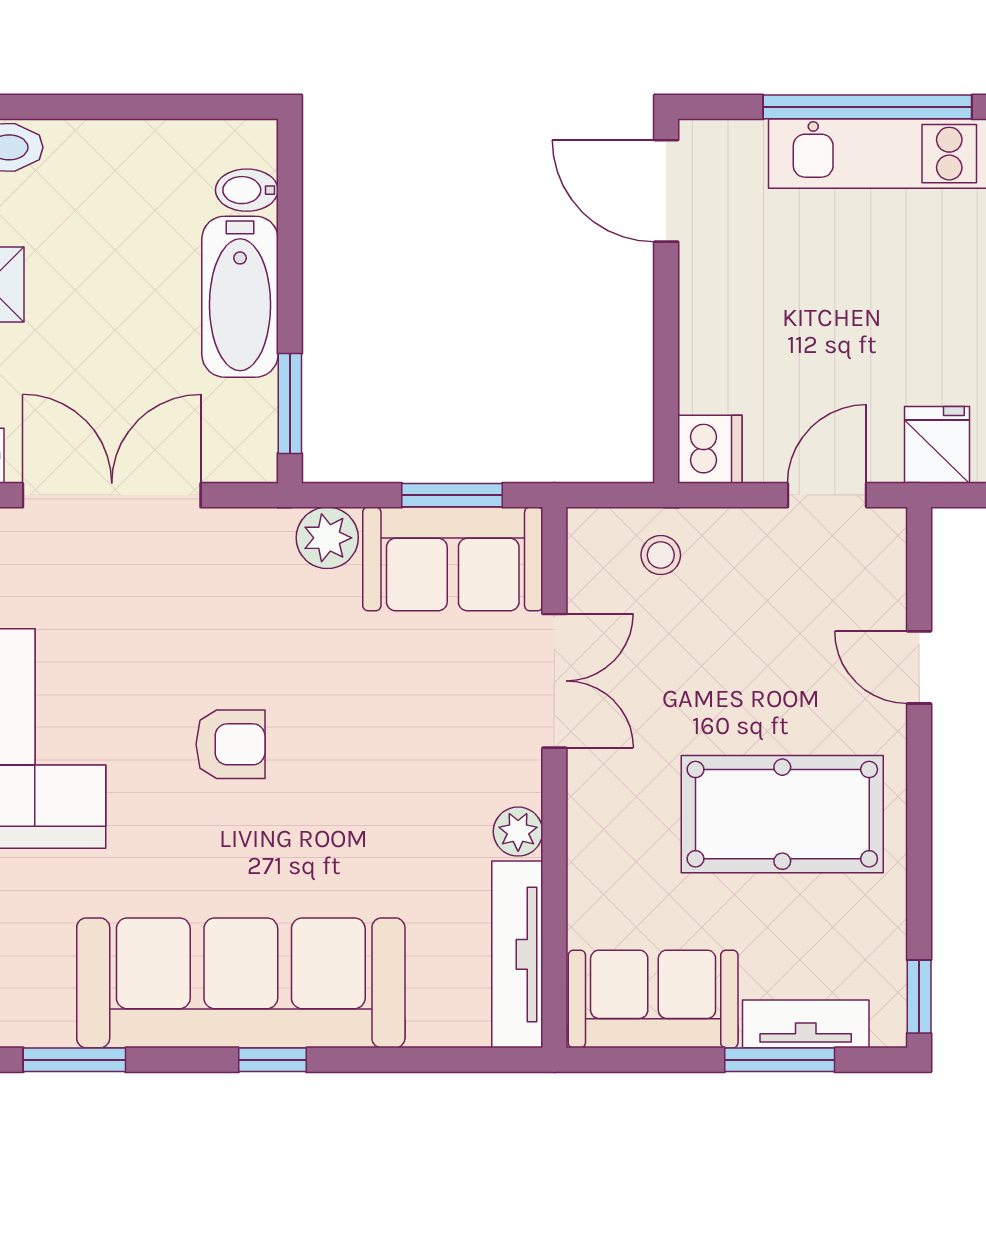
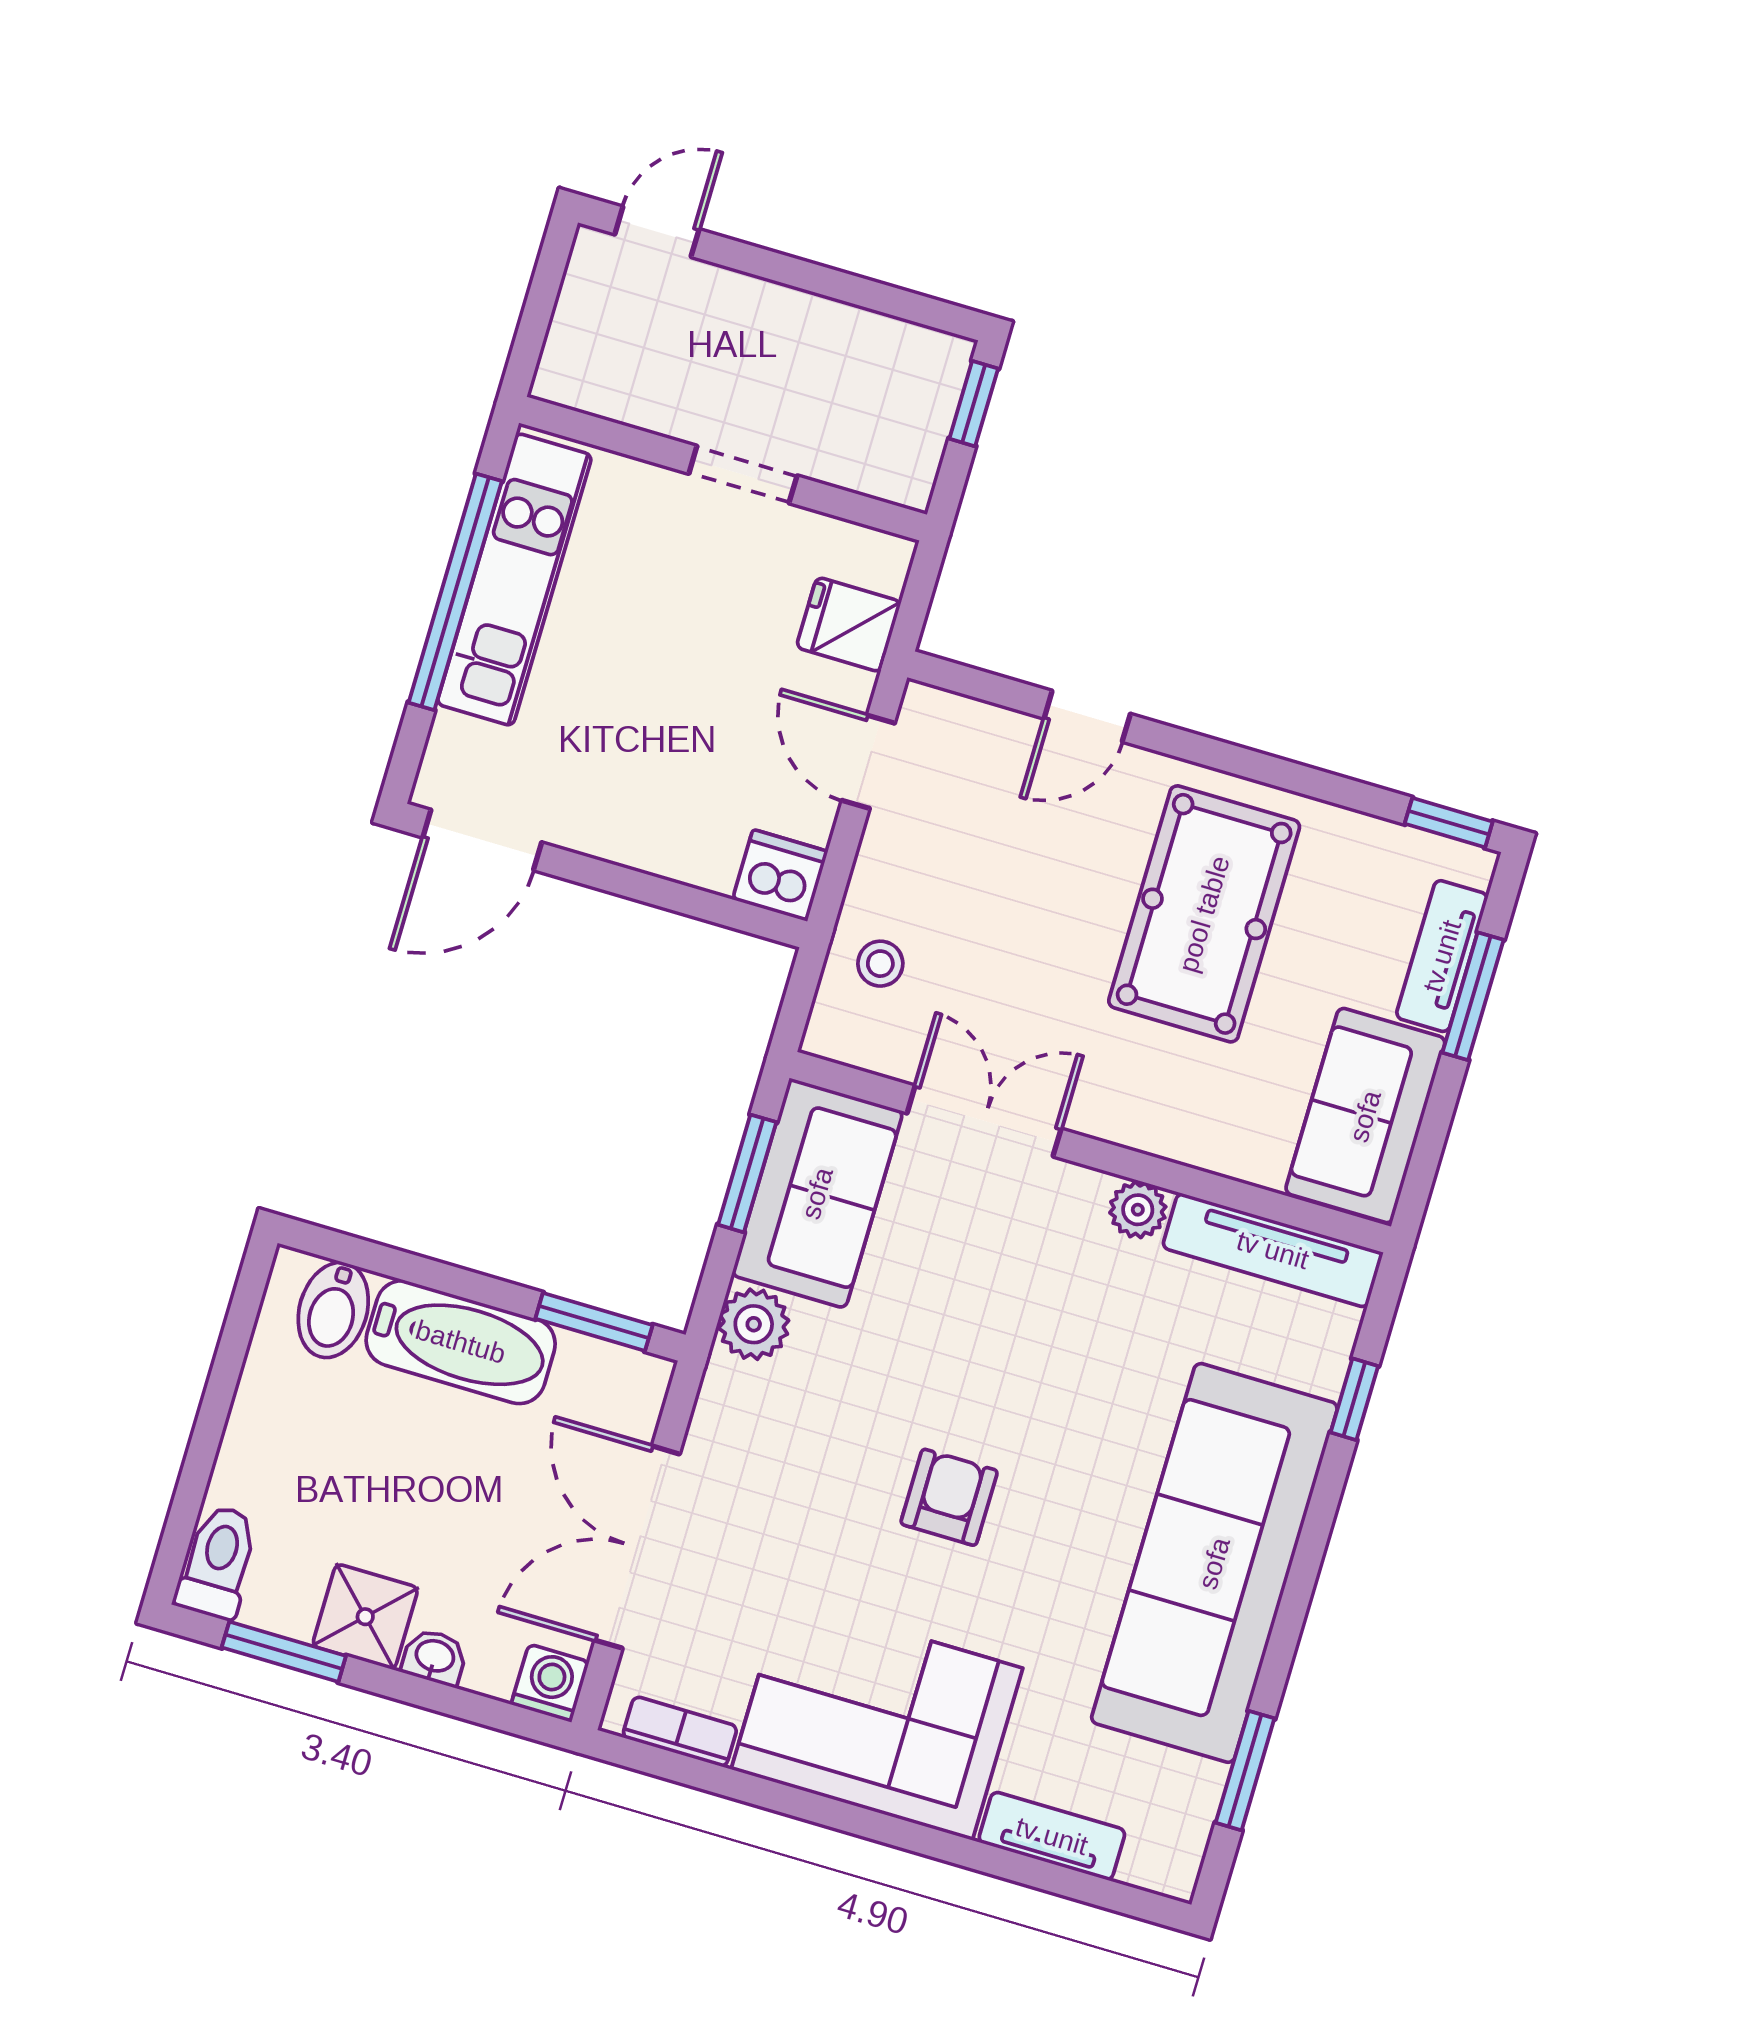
bidet: (247, 190) -> (333, 1310), width x1.38, depth x1.36
window: (273, 1060) -> (1354, 1399), moved

